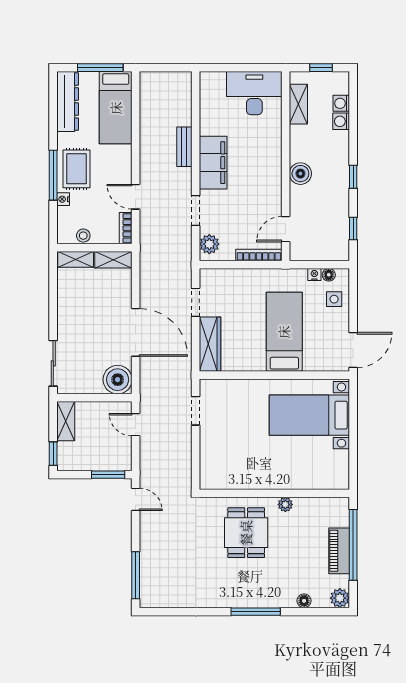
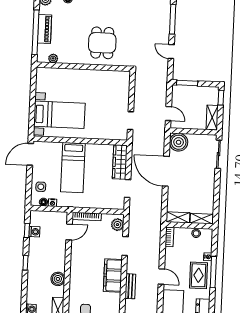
washing machine: (341, 121) -> (34, 232), moved
boiler: (300, 174) -> (58, 279), moved
door: (136, 197) -> (161, 277), moved
door: (136, 499) -> (171, 52), moved
plant: (285, 504) -> (53, 58), moved

